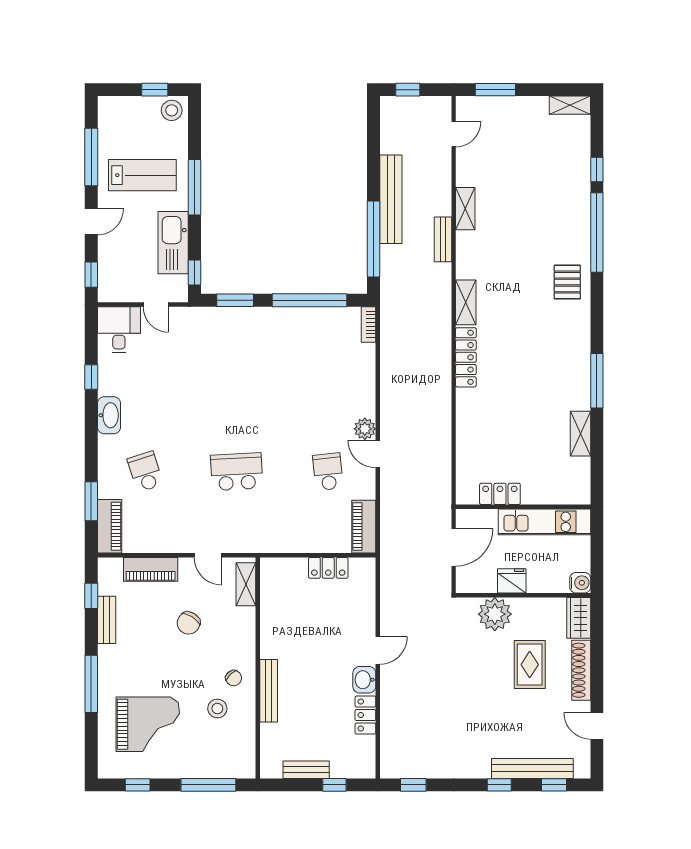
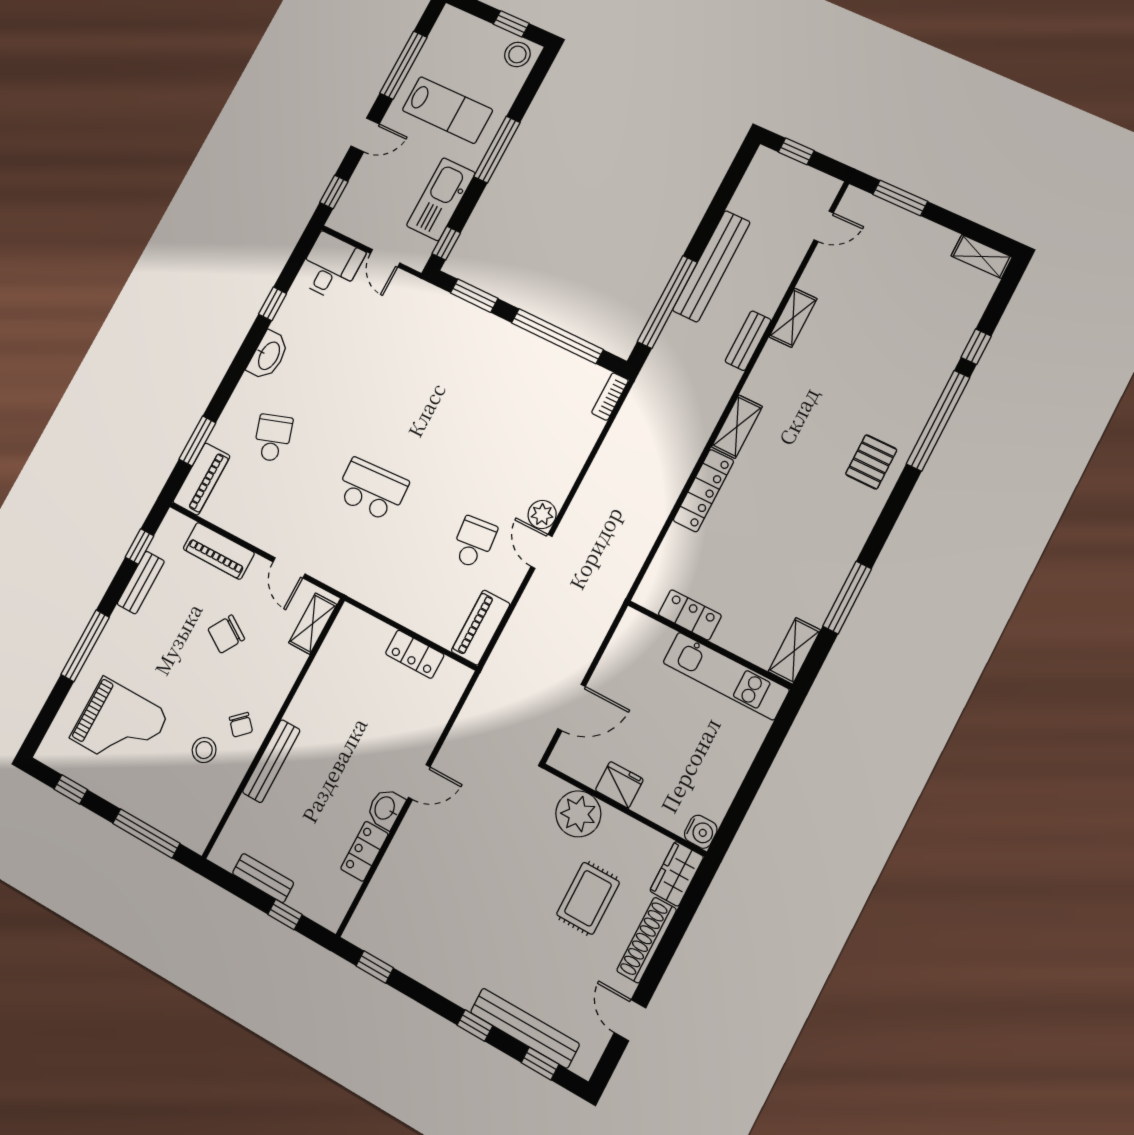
locker: (500, 494) -> (690, 615), moved
wall: (523, 507) -> (710, 645), moved
kitchen unit: (545, 522) -> (726, 676), moved

